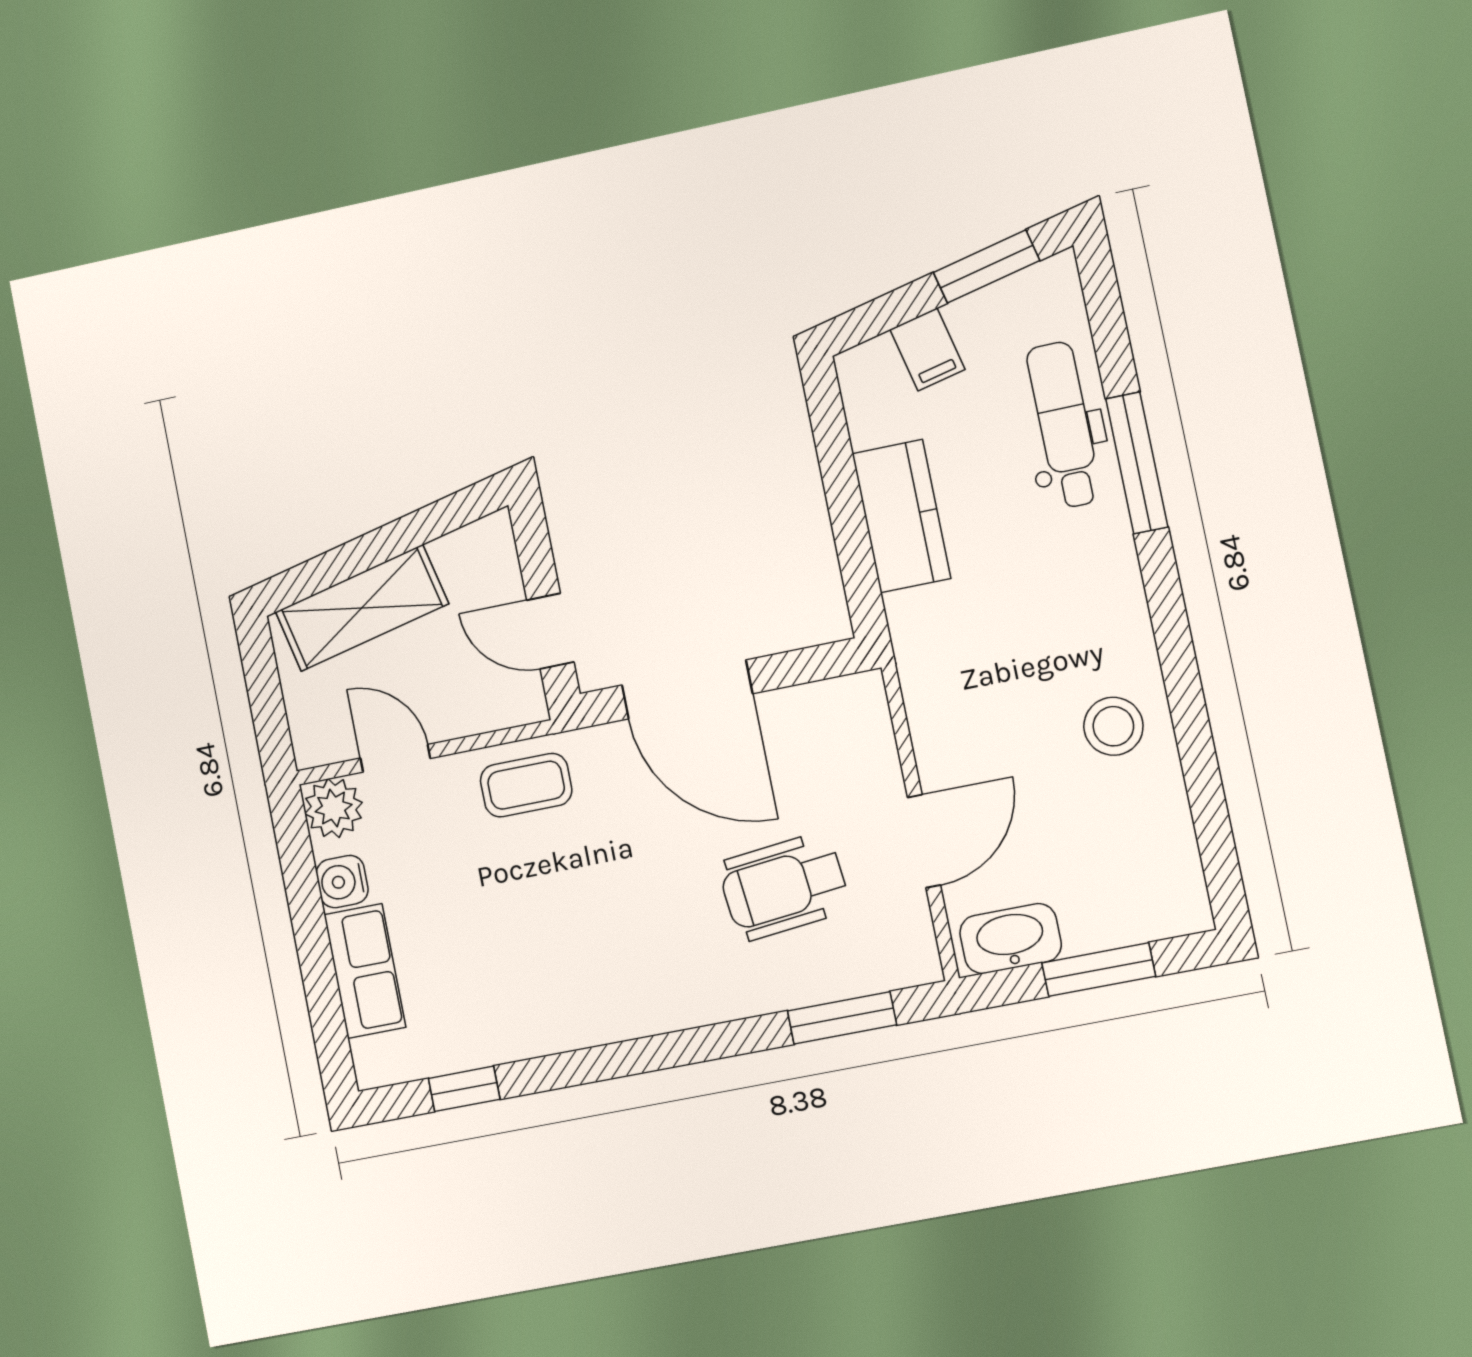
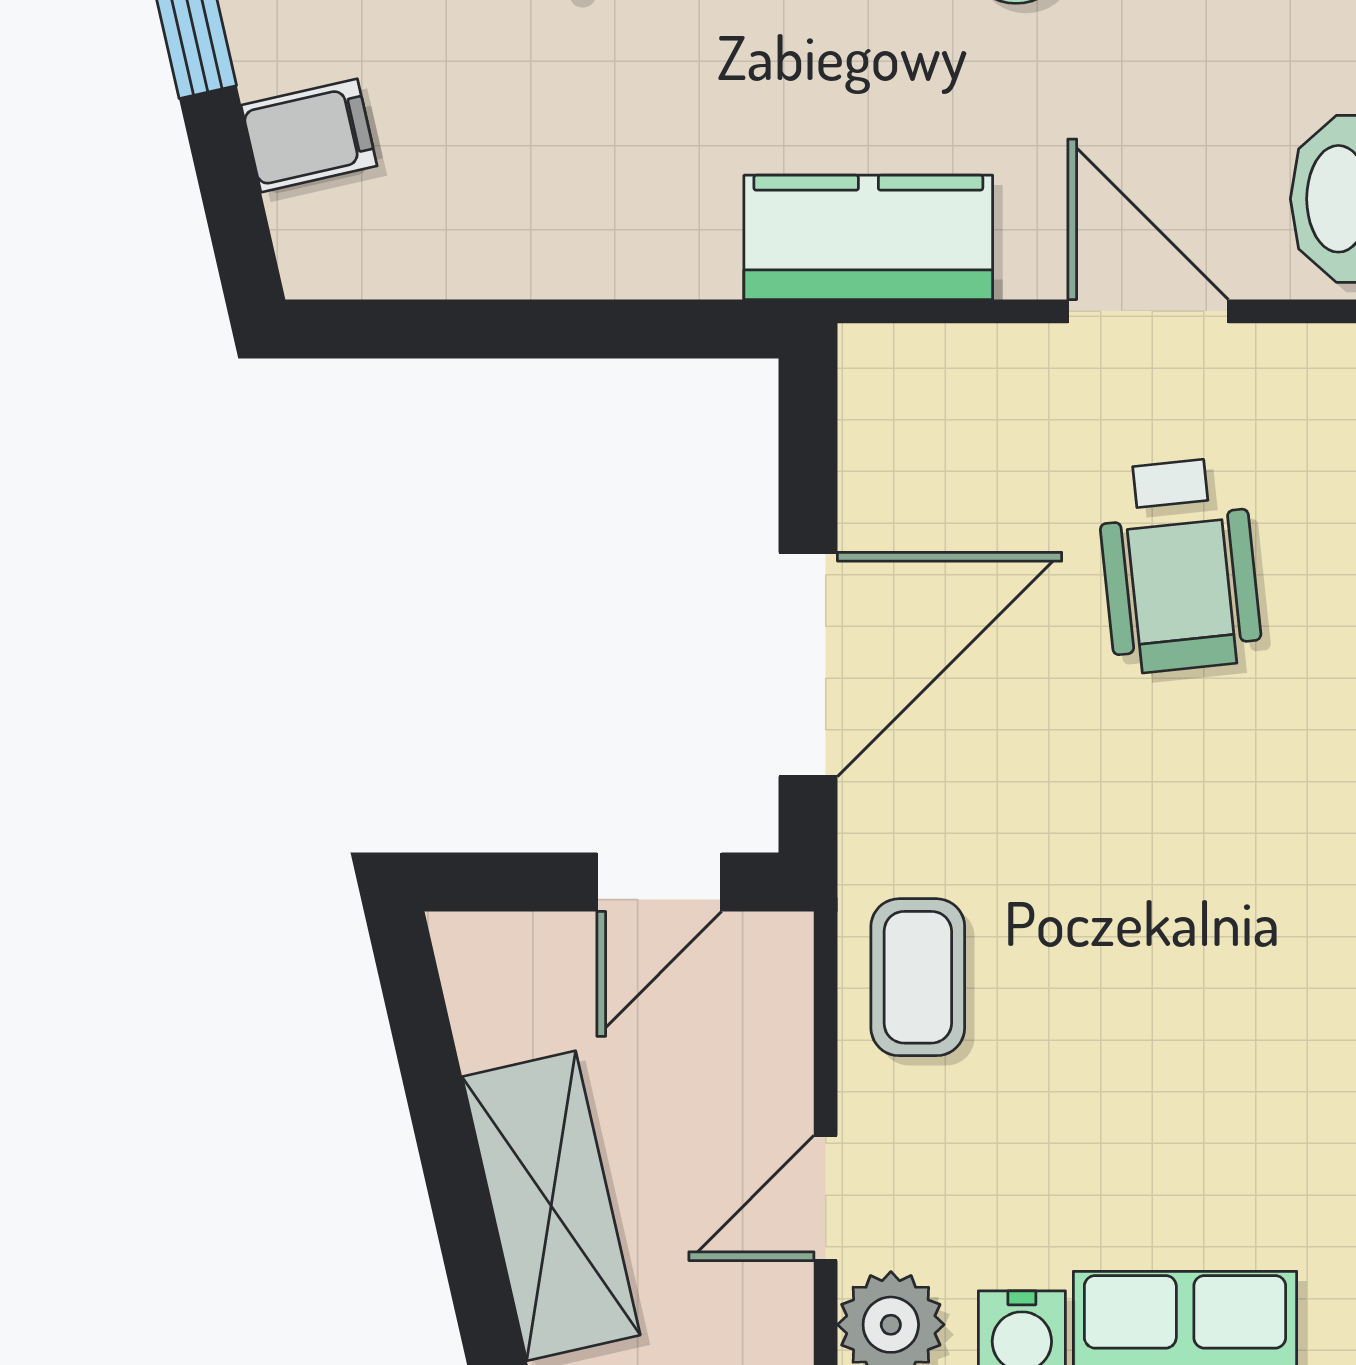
kitchen counter: (901, 516) -> (868, 237), moved

